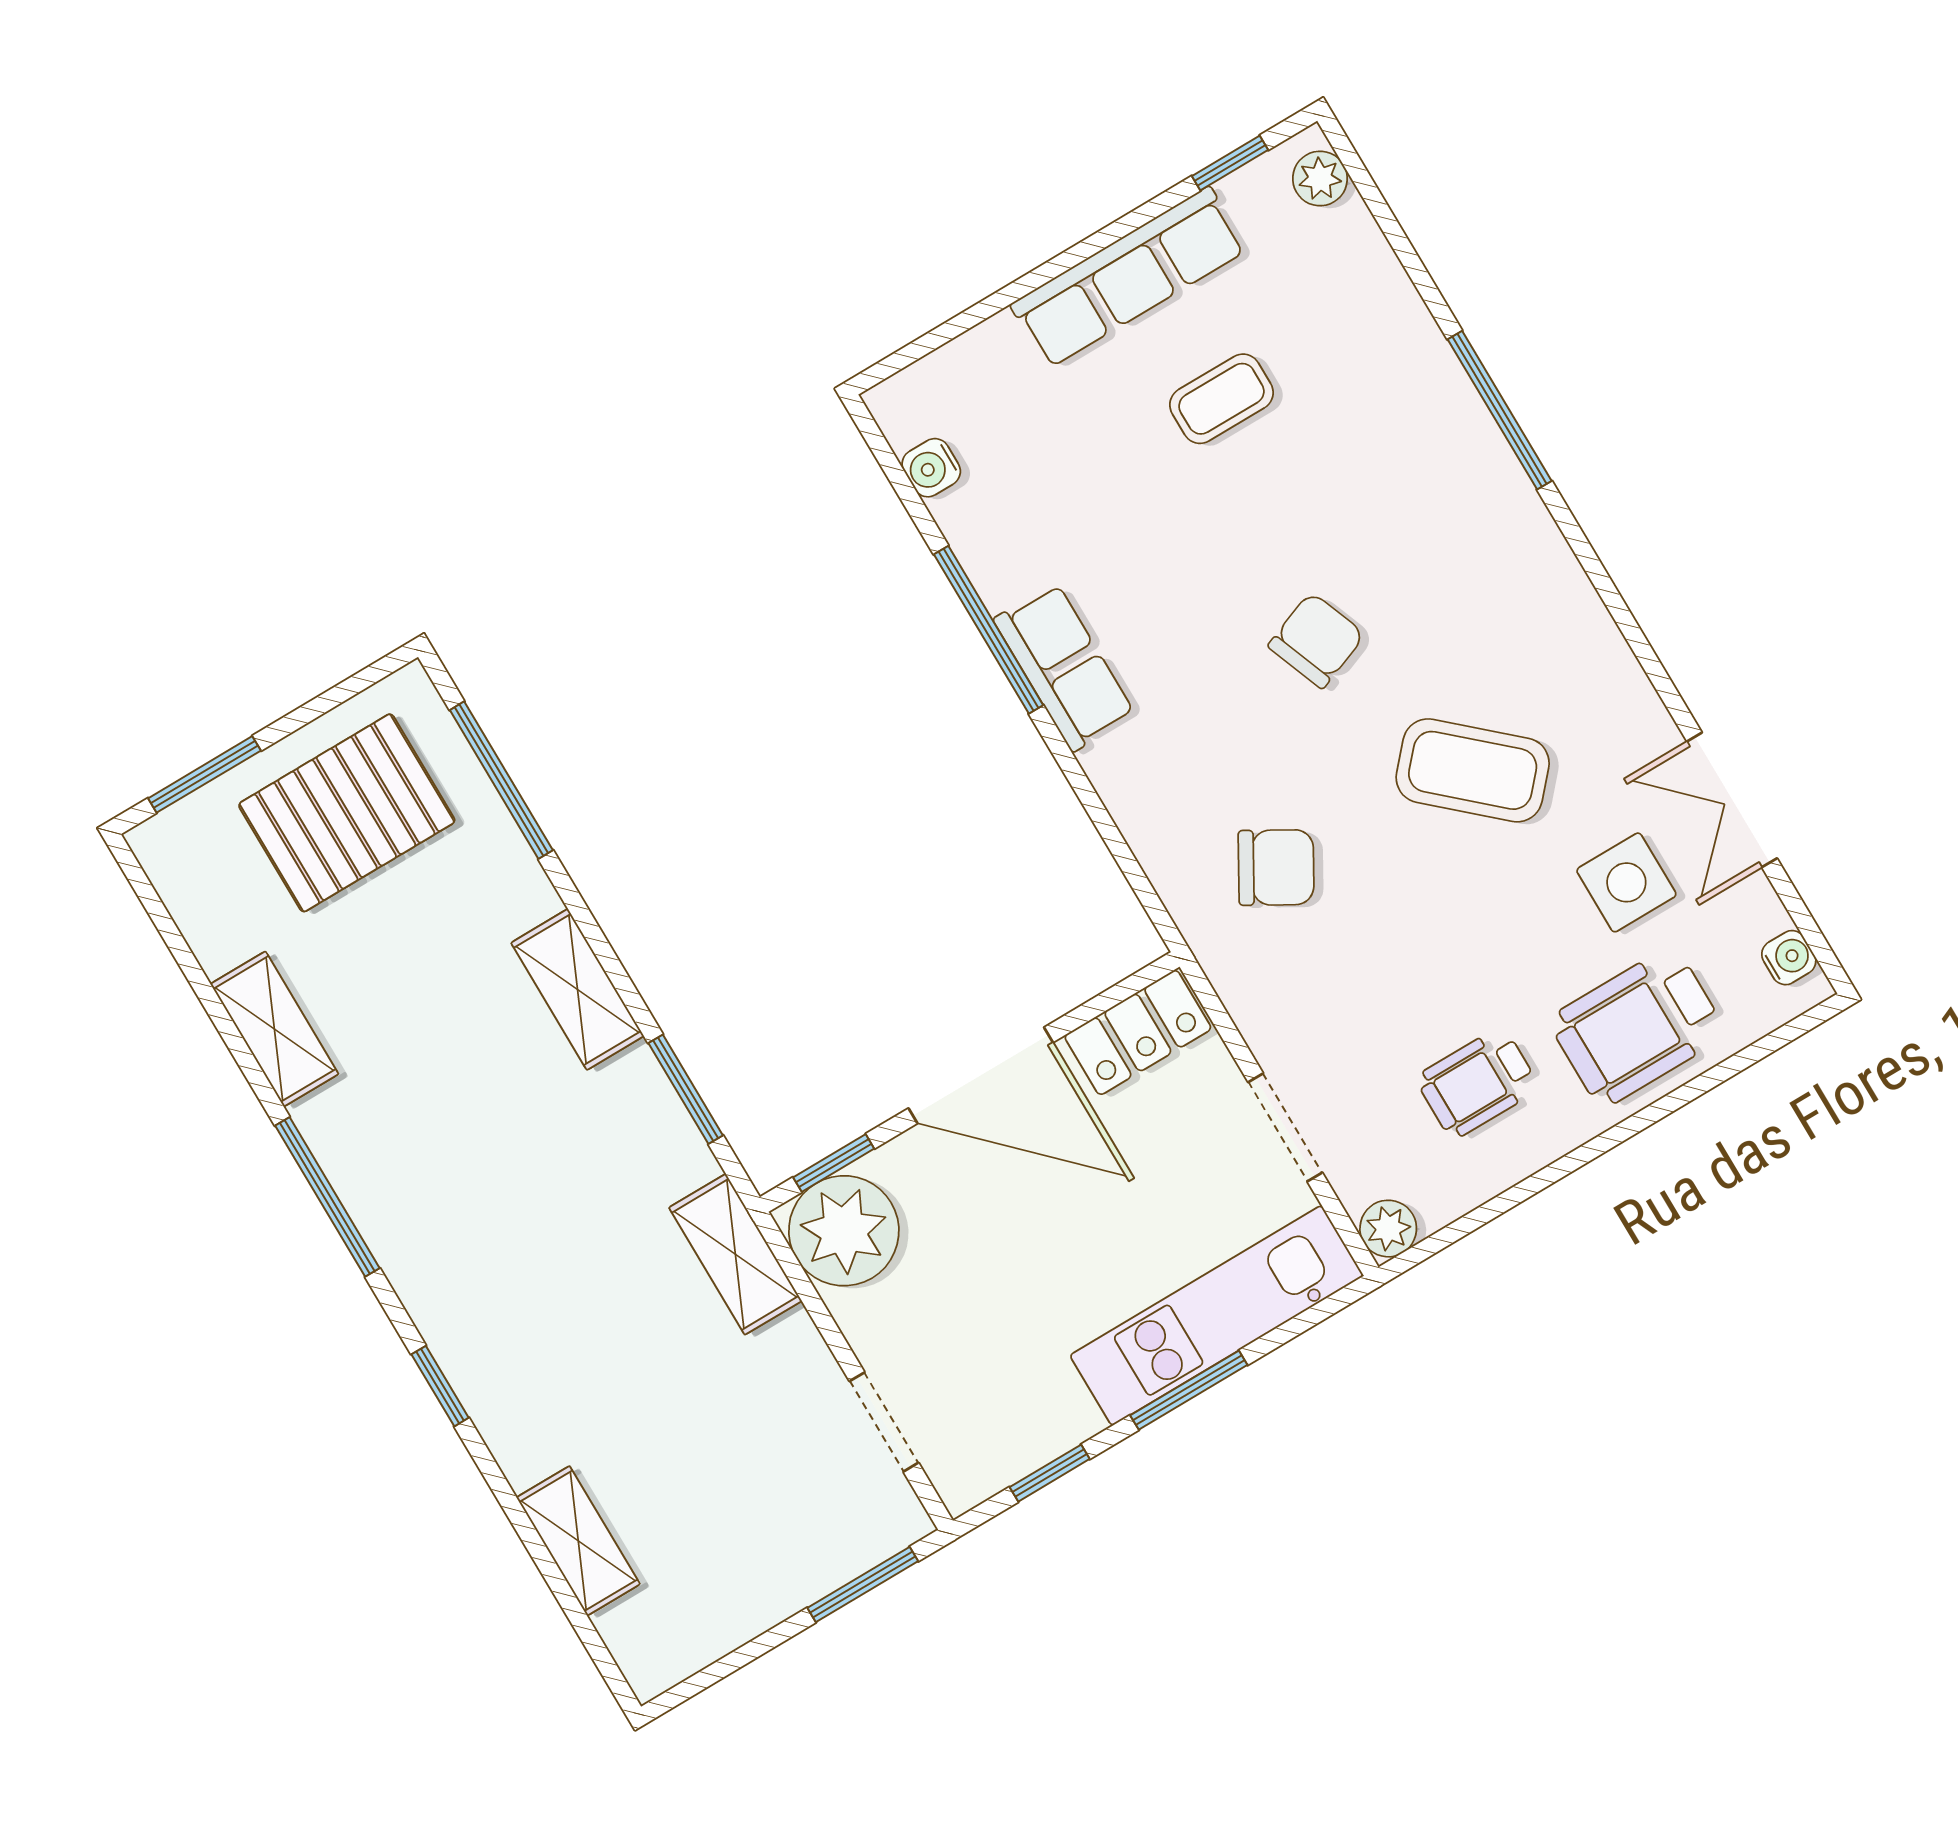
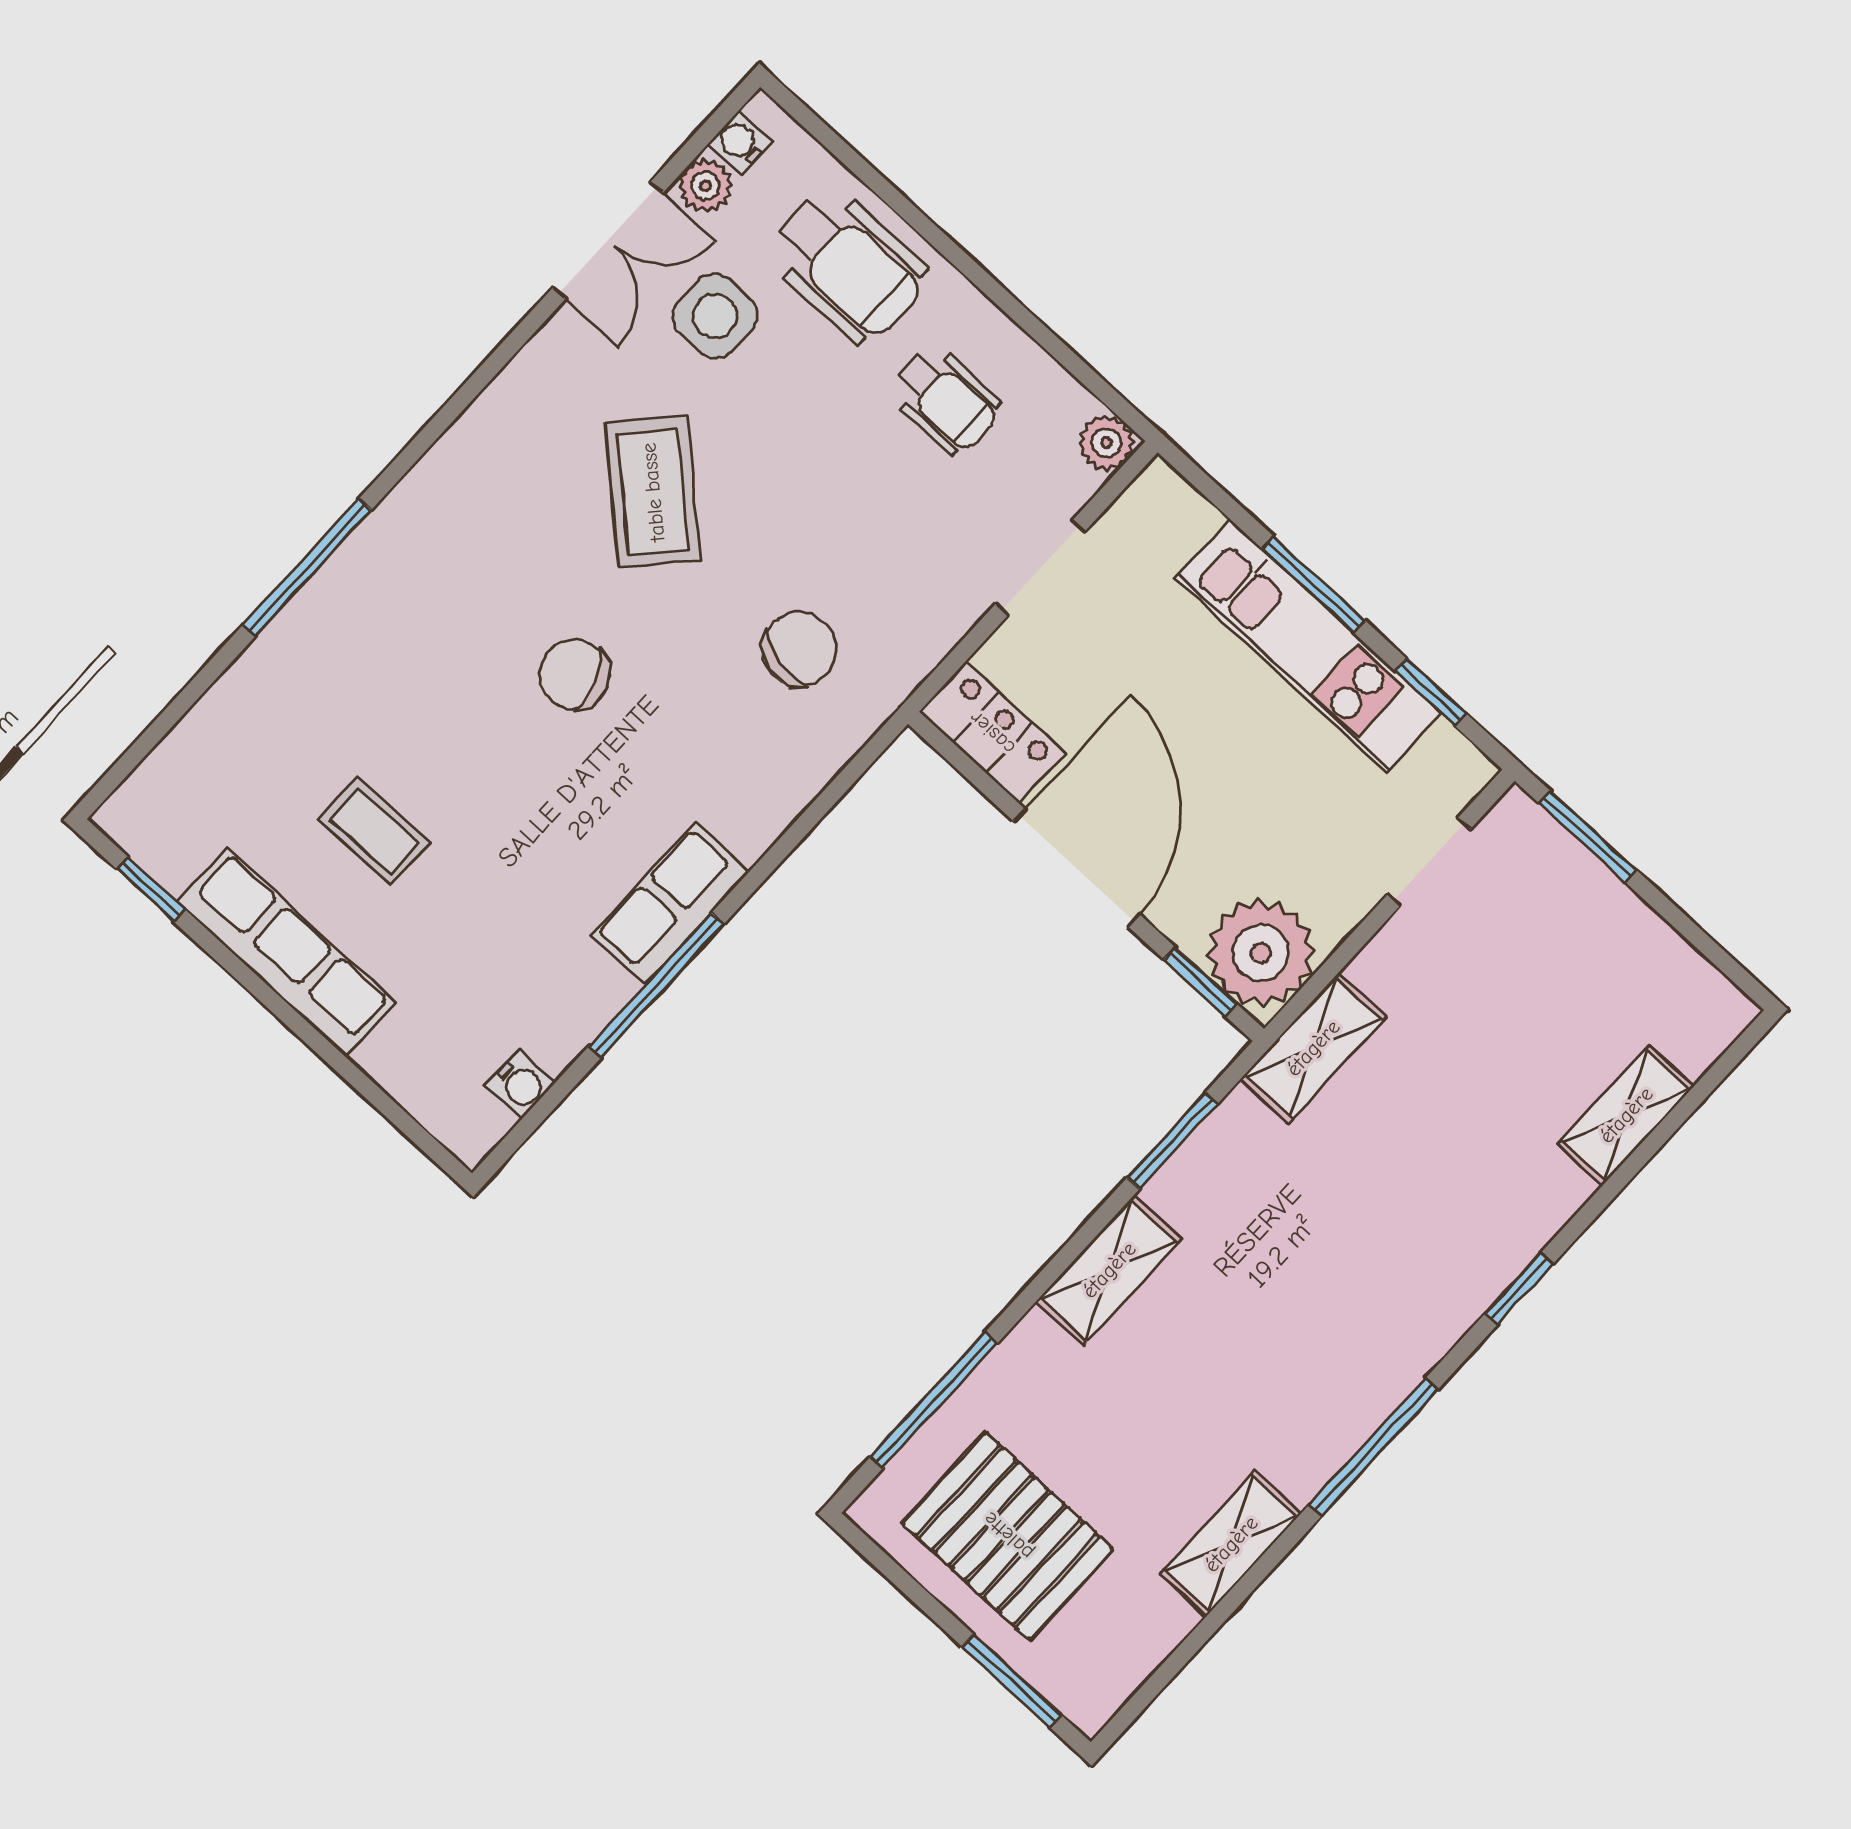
plant: (1320, 179) -> (705, 186), moved
chair: (1276, 867) -> (799, 649), turned 73
kitchen unit: (1217, 1316) -> (1309, 646), moved

